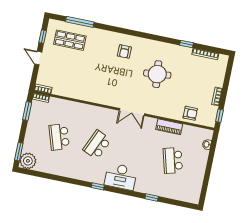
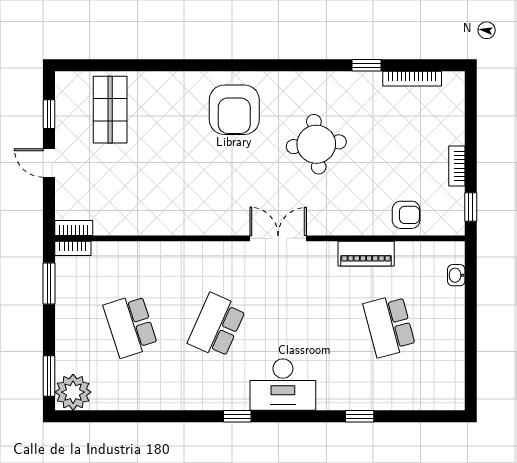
window: (80, 22) -> (123, 65), removed
shop shelf: (70, 40) -> (110, 110), turned 90
armchair: (124, 52) -> (234, 110), width x1.88, depth x1.88
double door: (132, 112) -> (278, 238), swing flipped

